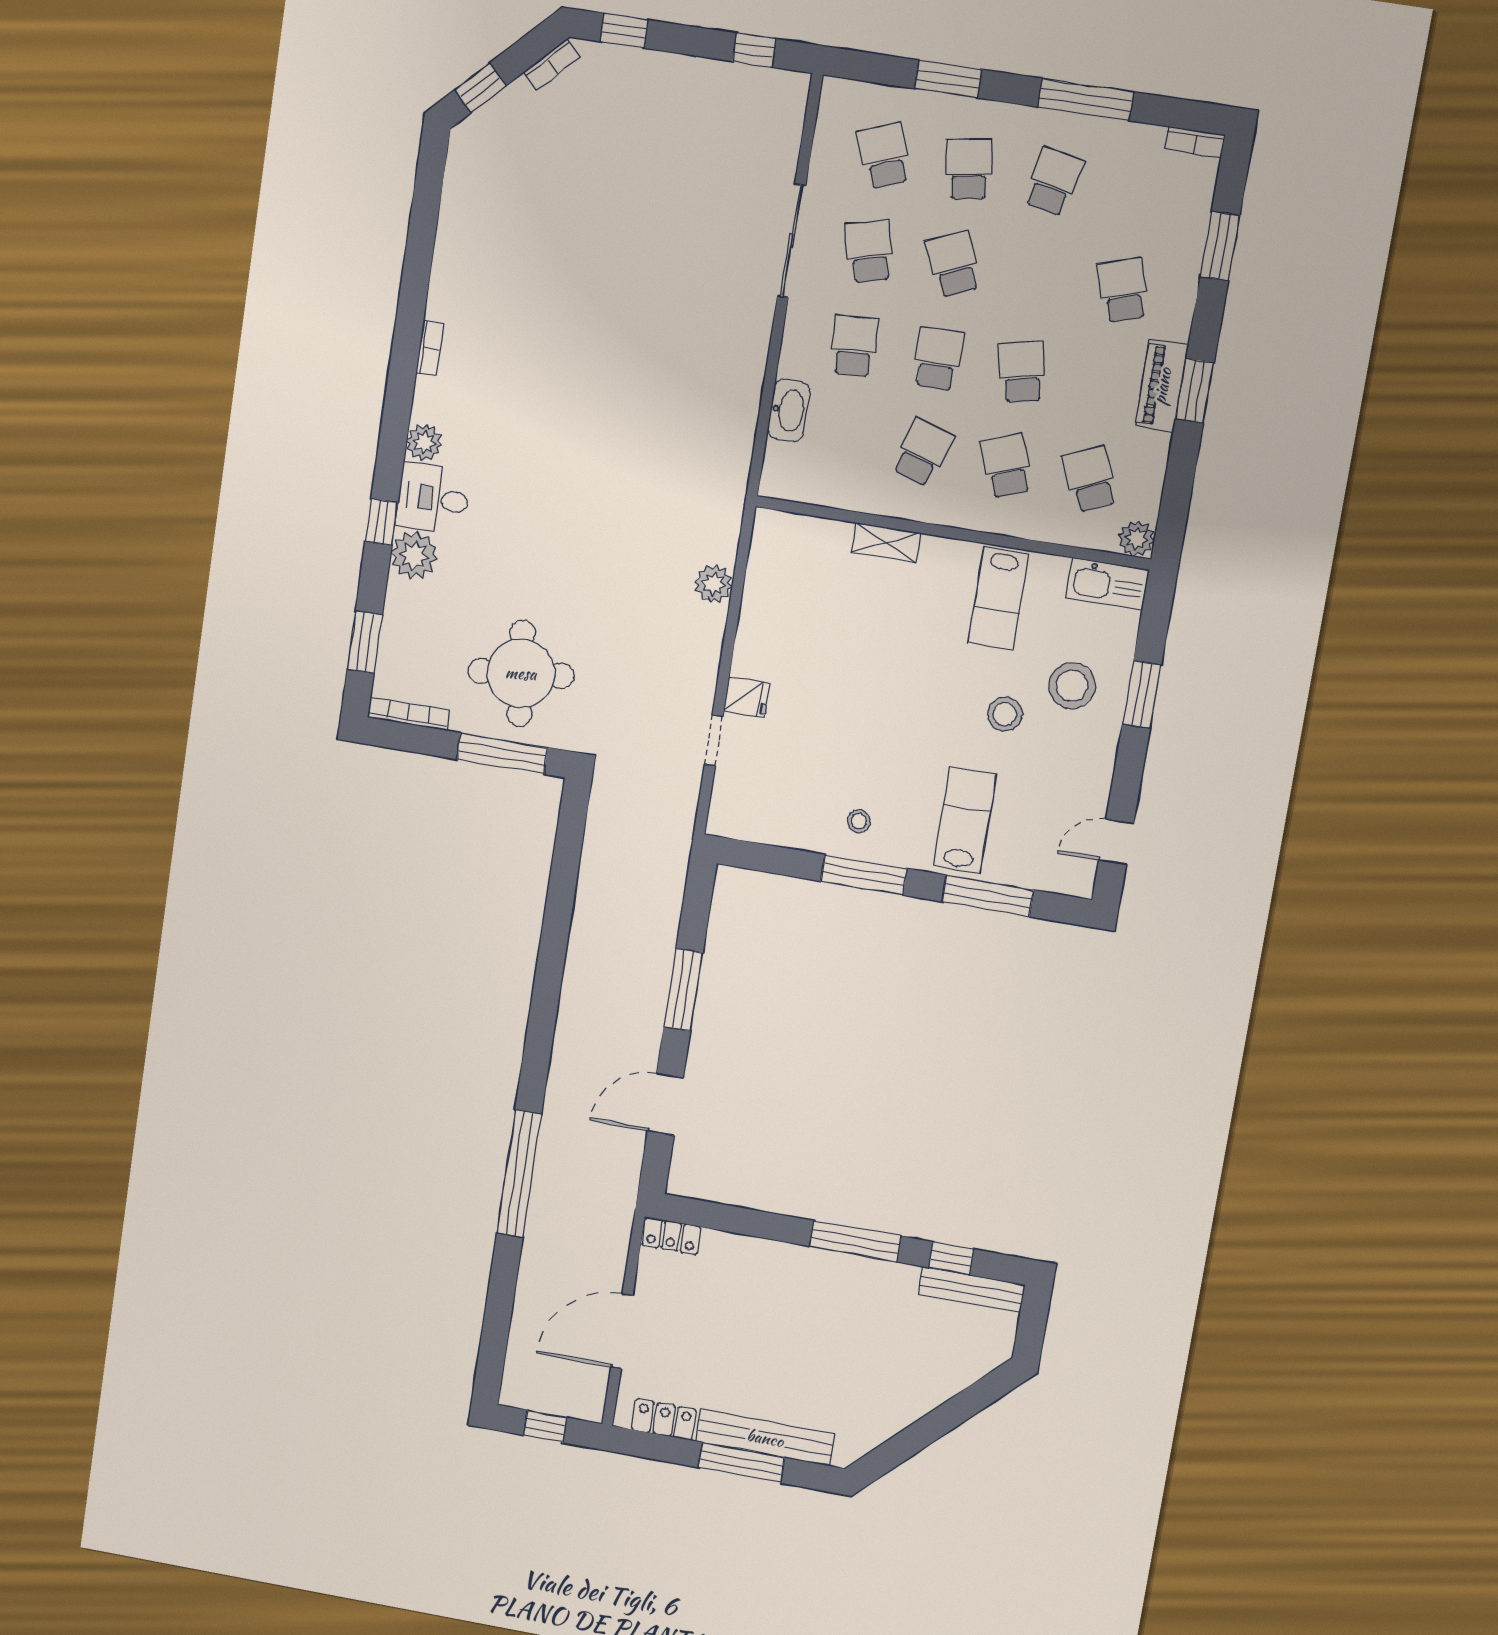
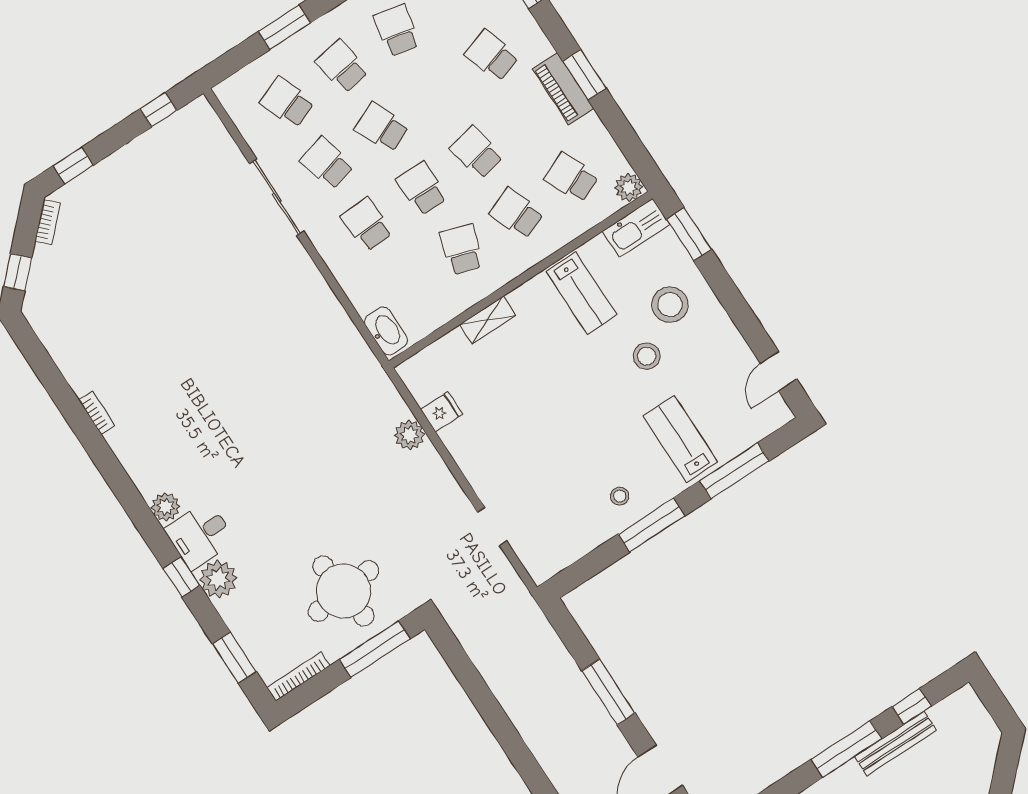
bookcase: (430, 348) -> (97, 413), moved
washbasin: (789, 410) -> (386, 331), moved
window: (1142, 694) -> (689, 234), moved
fridge: (747, 697) -> (441, 412), moved
bench: (972, 1289) -> (896, 744), moved

